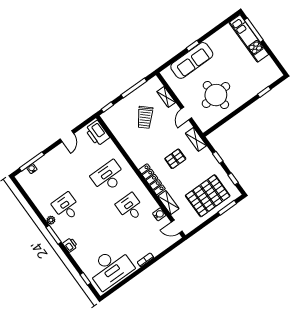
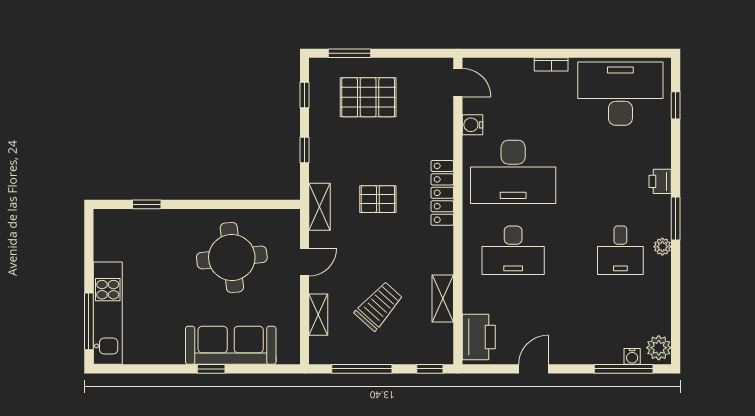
plant: (24, 180) -> (659, 348), added
pallet: (208, 196) -> (368, 97), width x0.73, depth x0.71
shelving: (168, 202) -> (443, 298), moved
desk: (130, 207) -> (513, 172), width x1.87, depth x1.30

